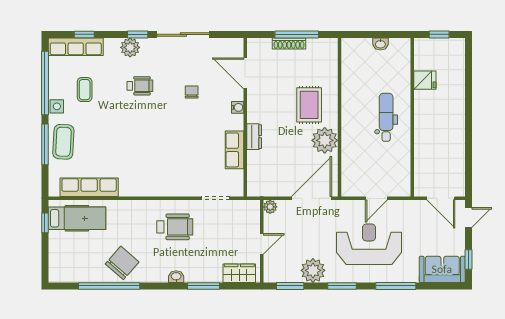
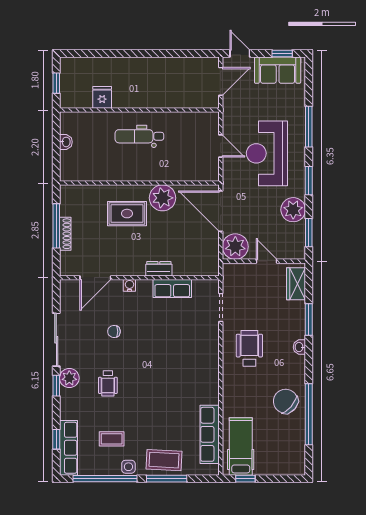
plant: (130, 47) -> (69, 378), moved
wheelchair: (140, 86) -> (108, 383), turned 180
plant: (270, 207) -> (235, 247), width x1.87, depth x1.87
sofa: (442, 269) -> (278, 70), moved, turned -90

